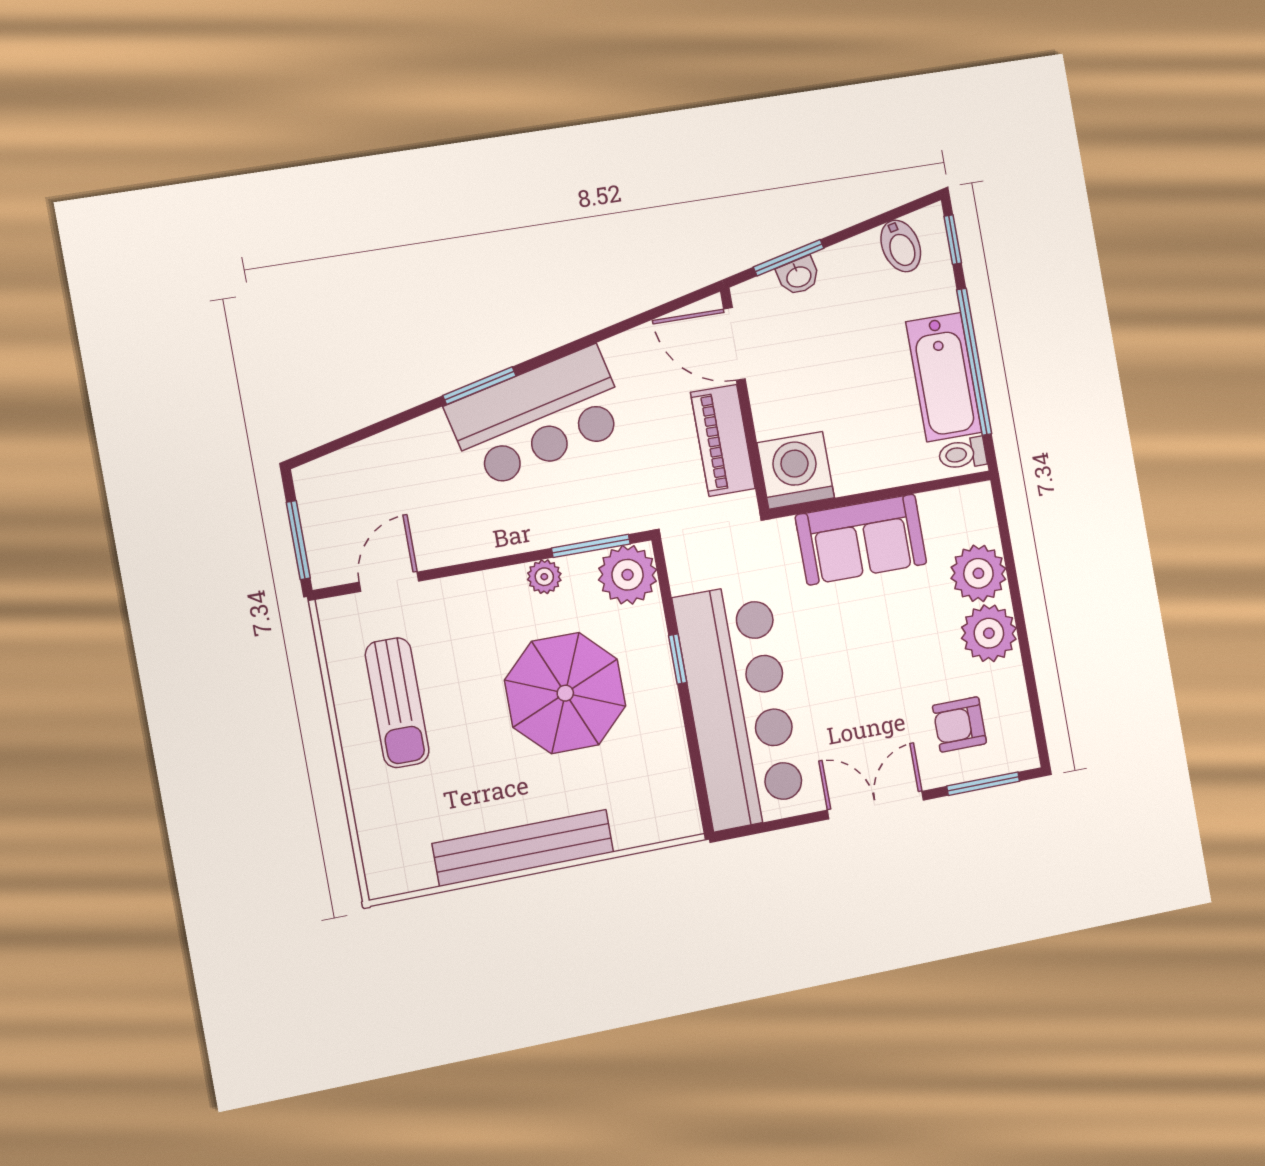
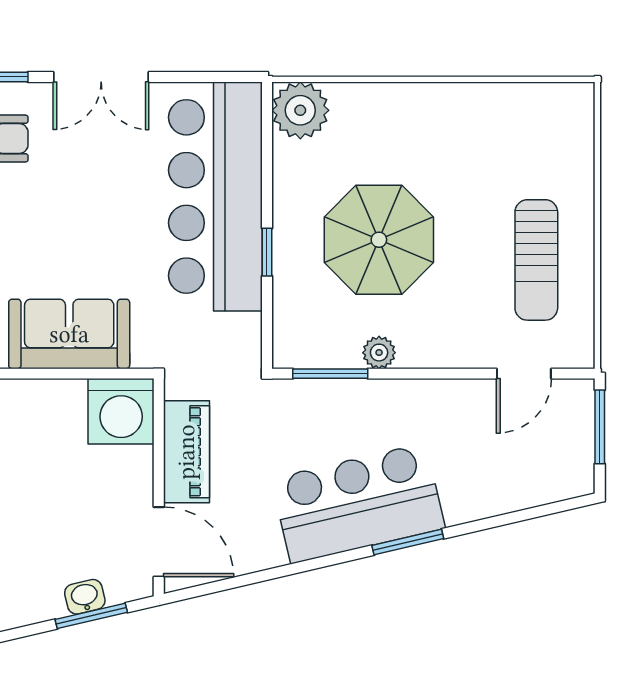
plant: (628, 575) -> (300, 110), moved
sun lounger: (397, 703) -> (536, 260), turned 180
bench: (523, 848) -> (444, 103), removed

